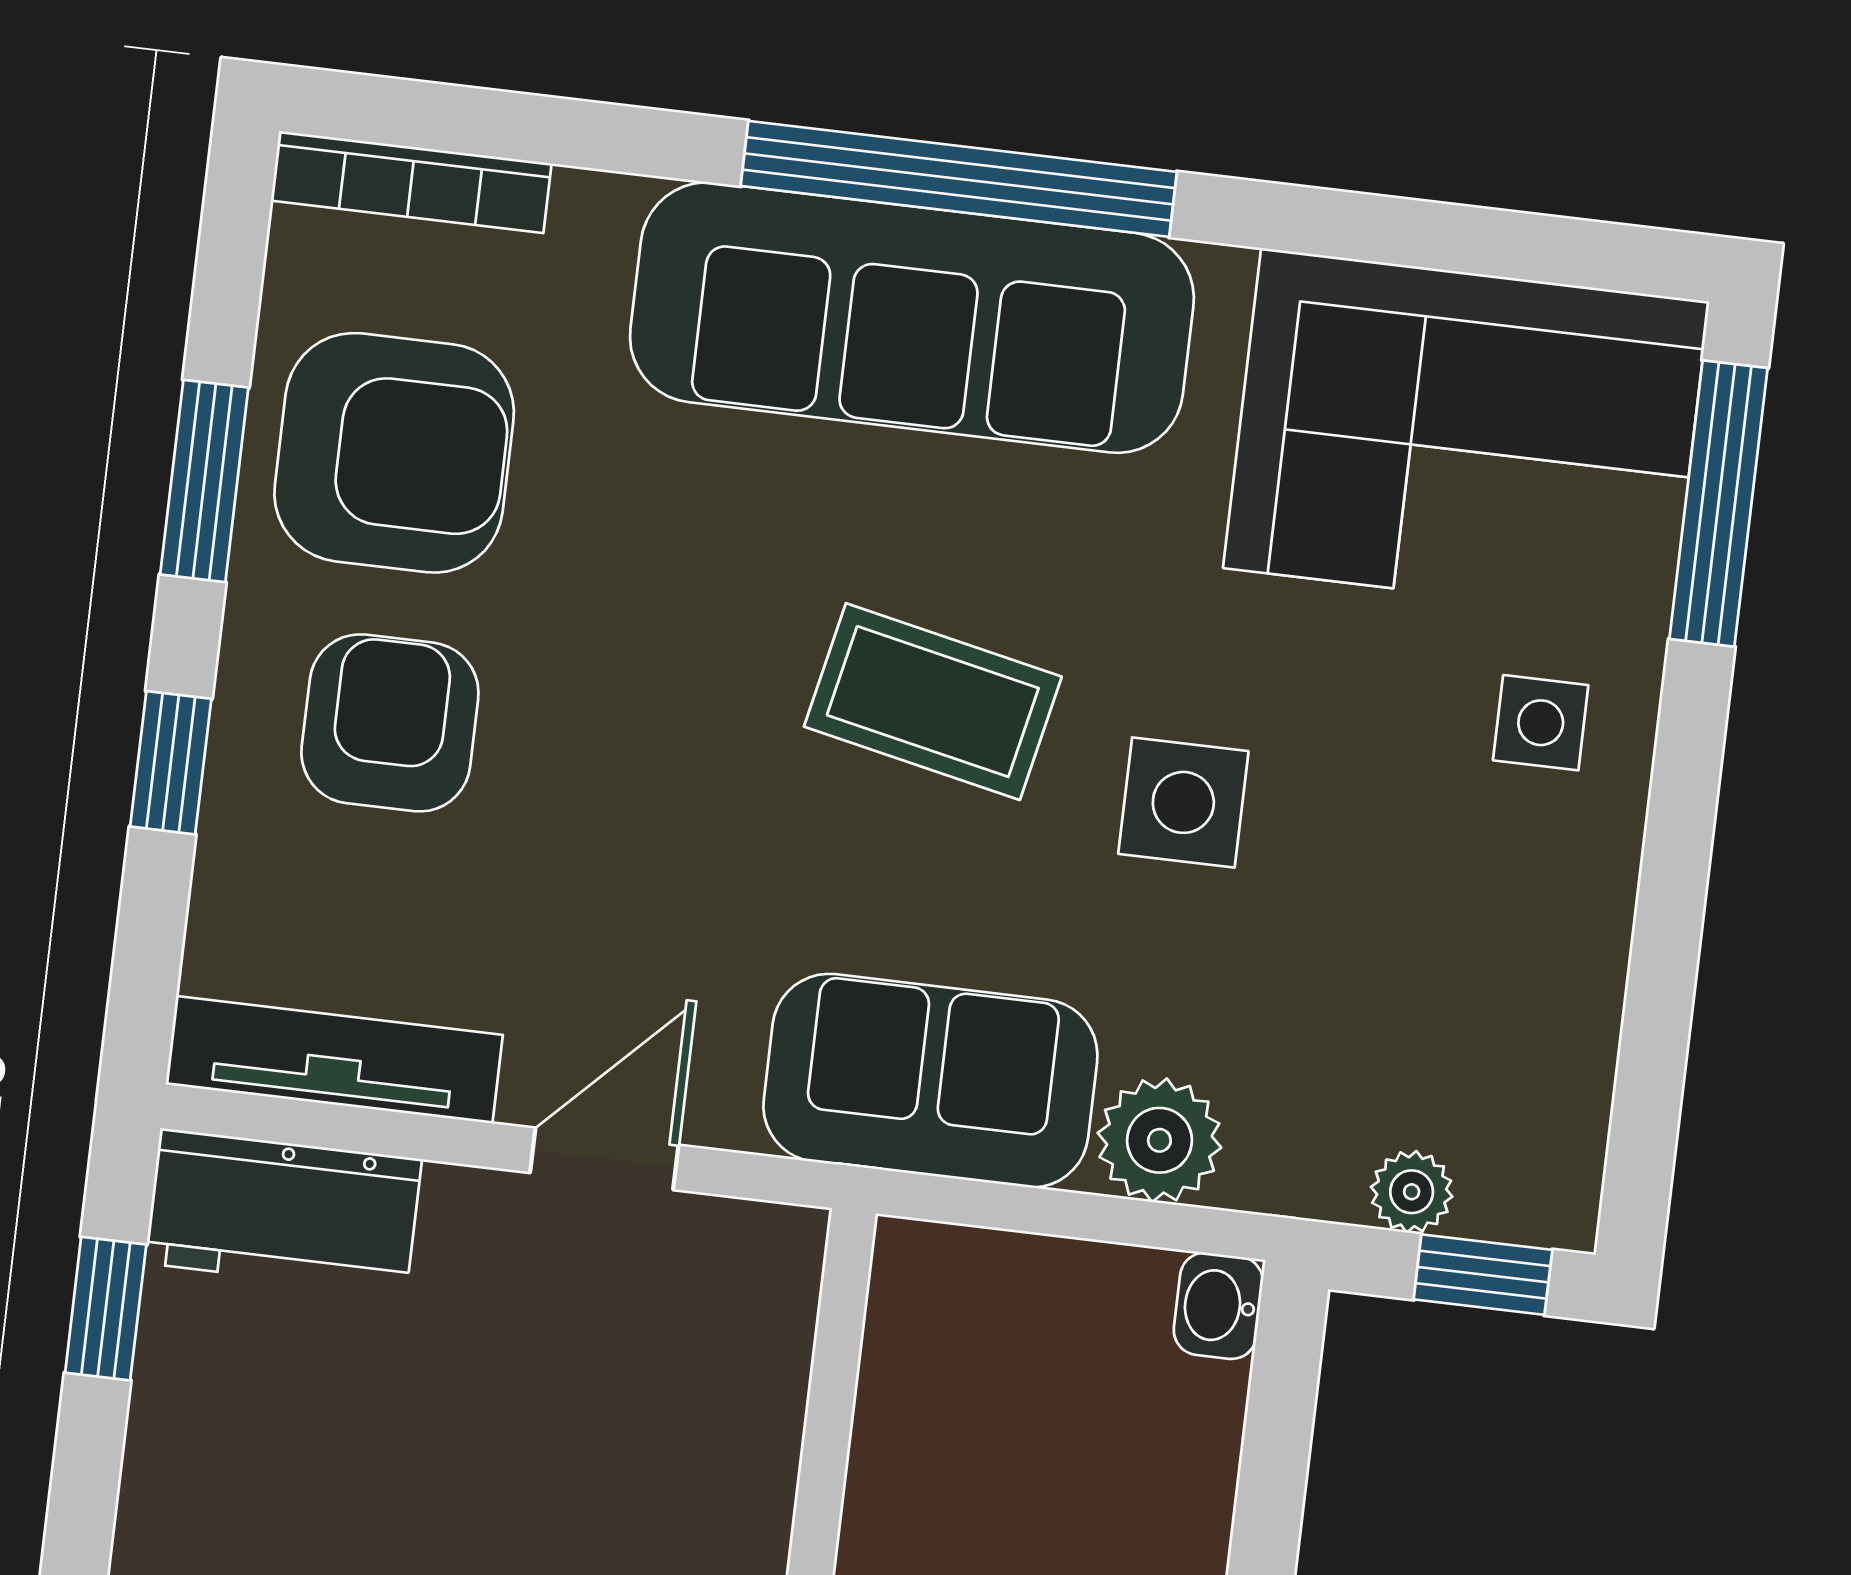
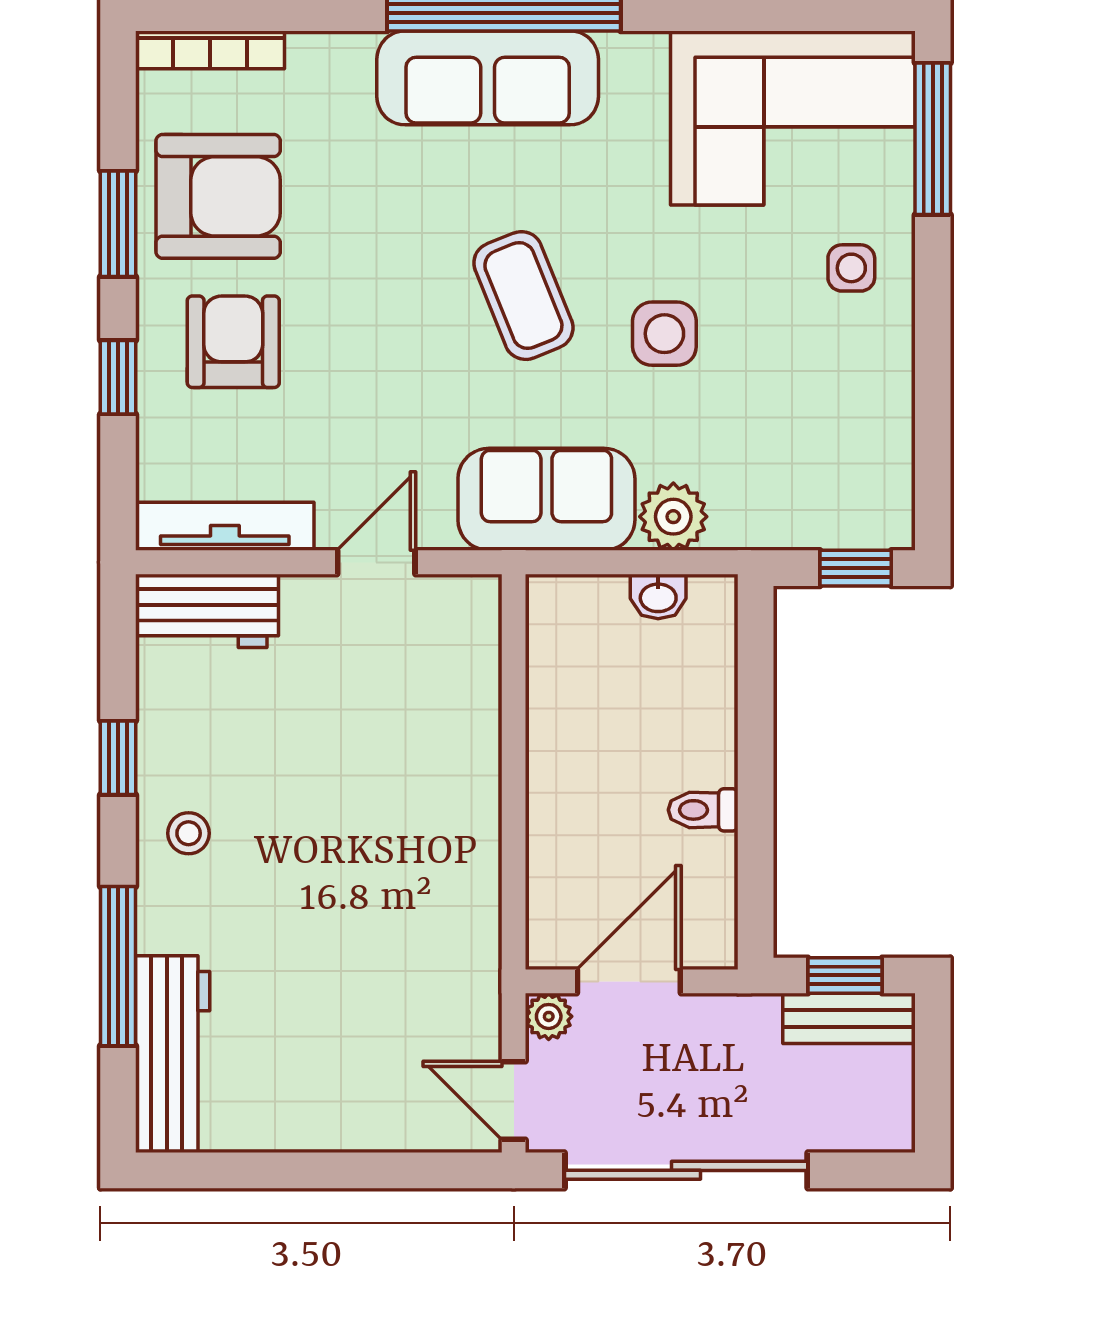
sofa: (912, 318) -> (488, 78), width x0.74, depth x0.79
coffee table: (933, 702) -> (523, 296), turned 56
plant: (1412, 1192) -> (812, 528), removed
washbasin: (1218, 1306) -> (658, 596), moved, turned -90
window: (106, 1309) -> (118, 758), moved

